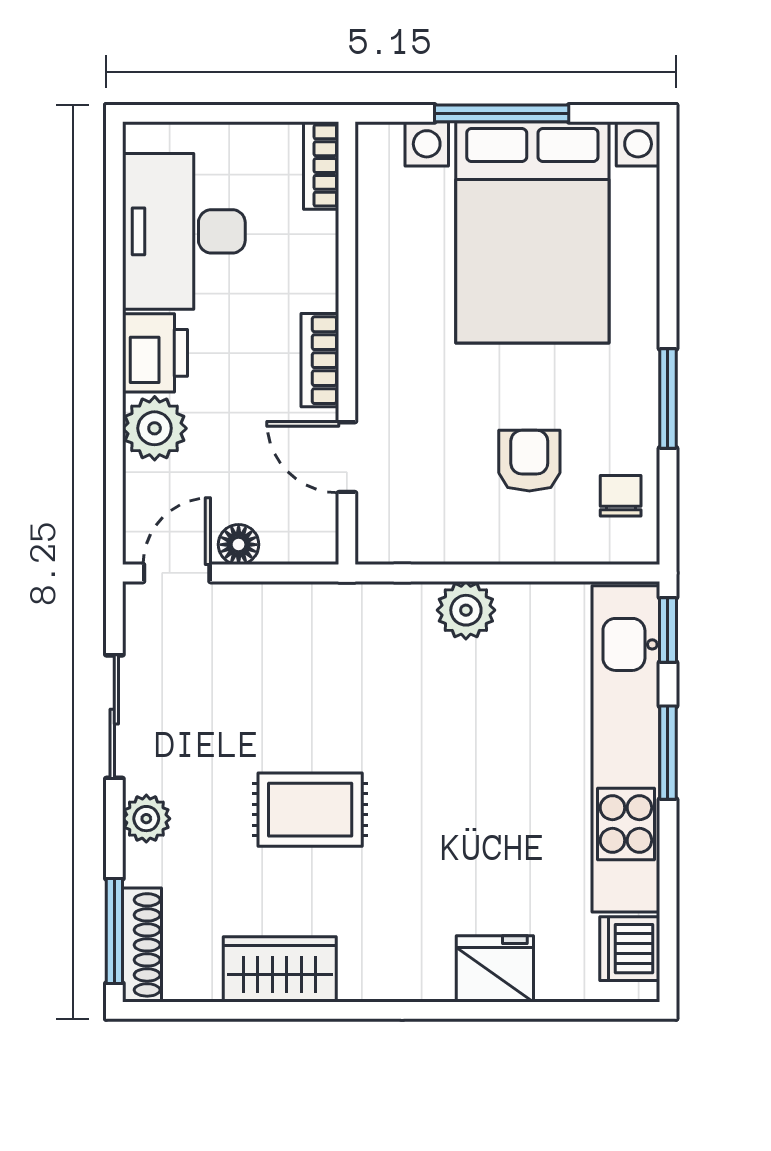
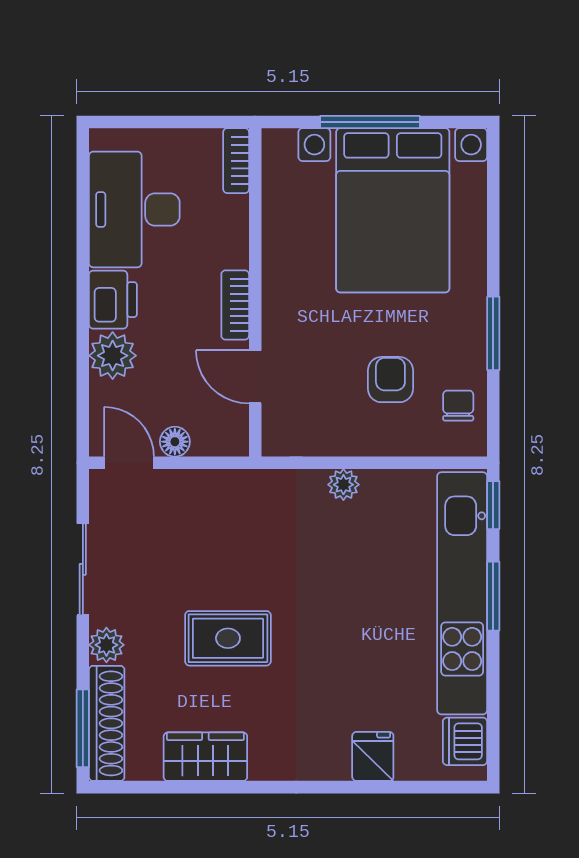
door: (177, 573) -> (129, 463), hinge flipped
plant: (466, 610) -> (343, 485), width x0.73, depth x0.73
shoe rack: (142, 945) -> (107, 723), width x1.36, depth x1.24
fridge: (495, 969) -> (373, 756), width x0.72

